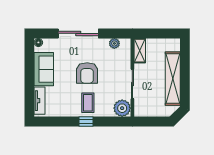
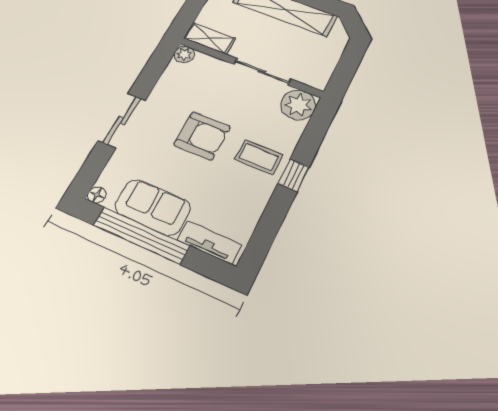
sliding door: (78, 33) -> (122, 120), width x0.73
plant: (114, 43) -> (184, 54), moved
window: (29, 71) -> (141, 235), added

